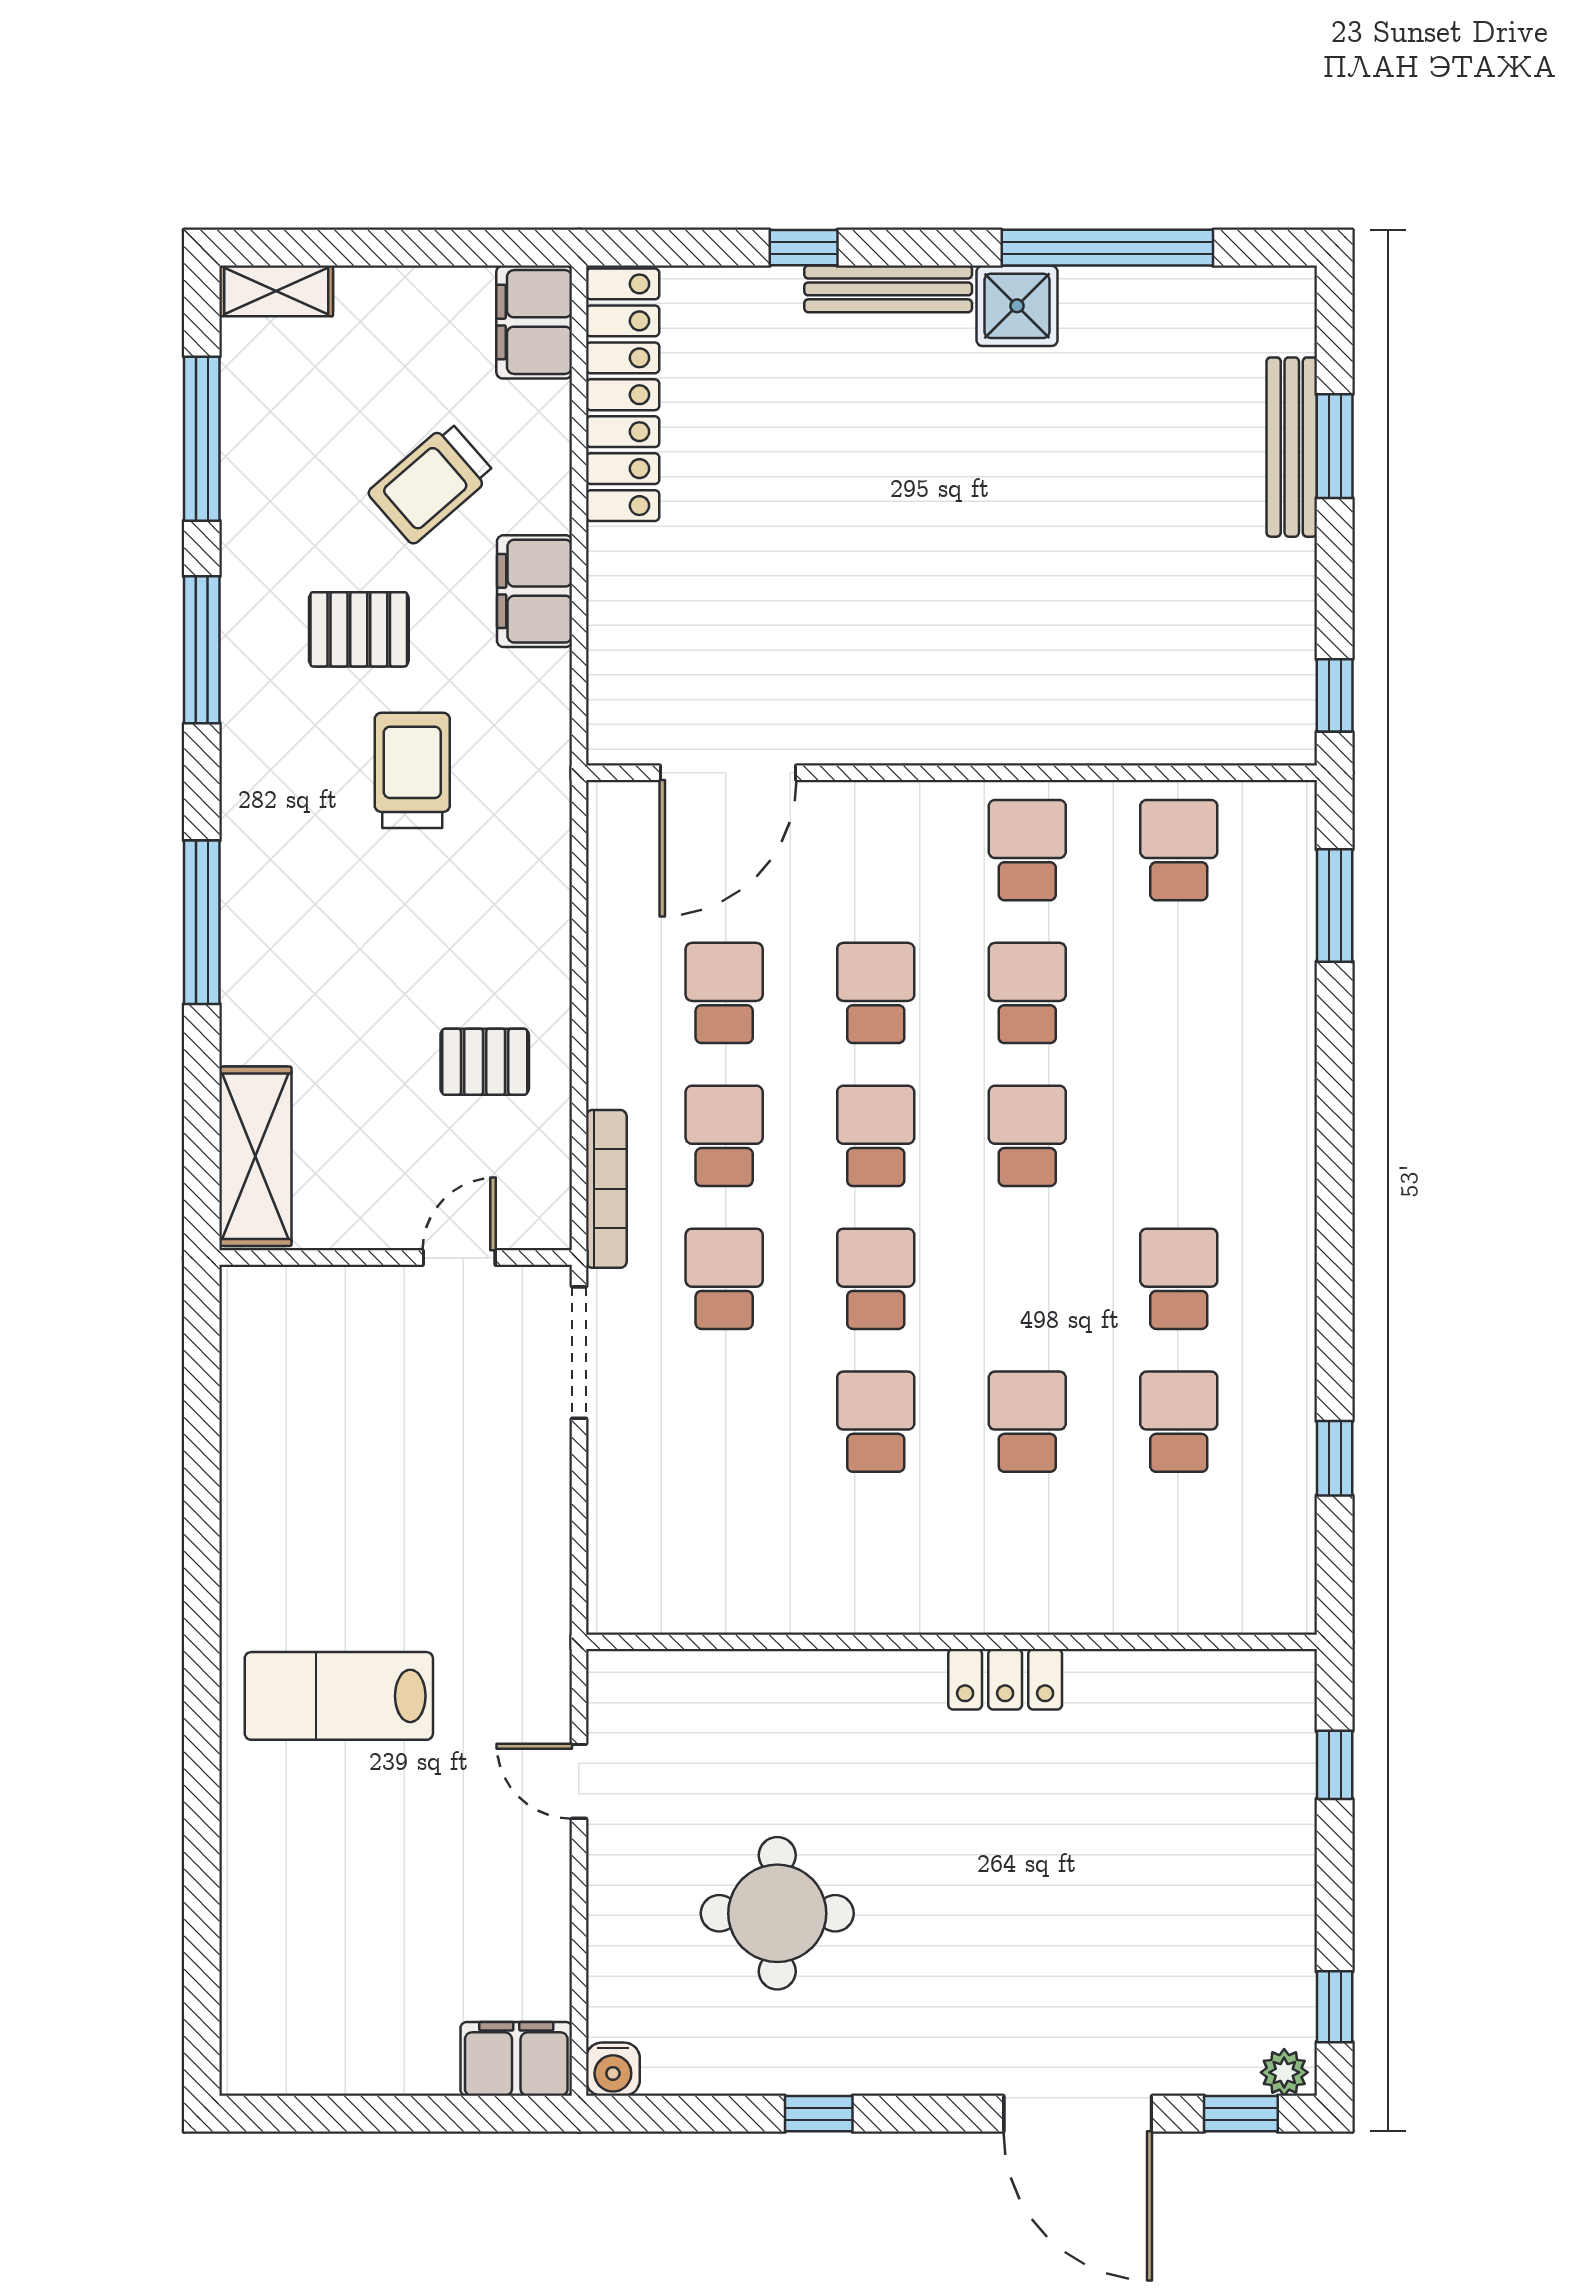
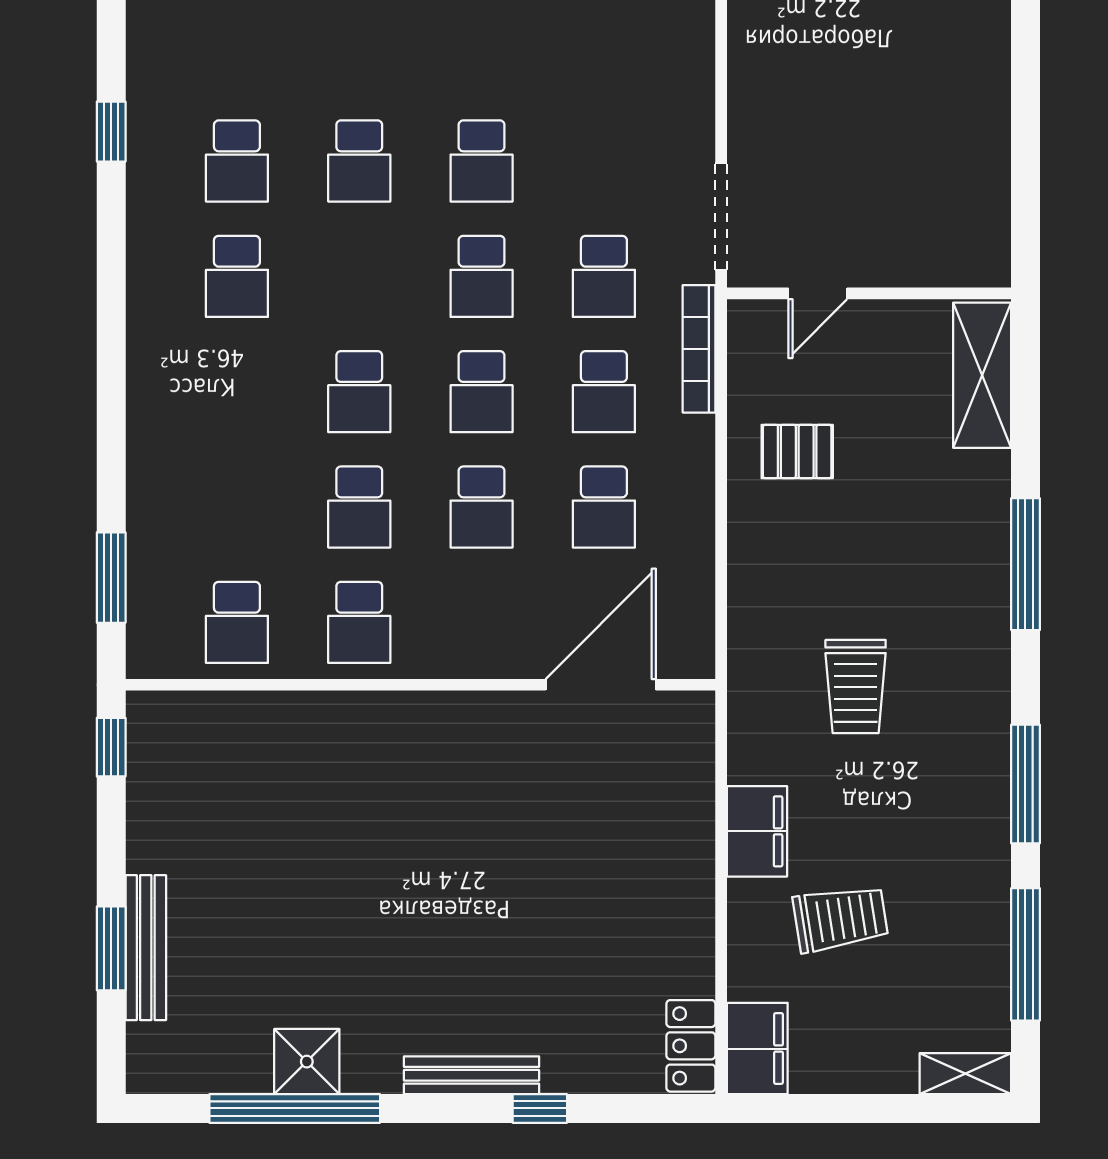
shower: (1017, 306) -> (307, 1062), moved
locker: (623, 395) -> (691, 1046), width x0.46, depth x0.83
trolley: (431, 483) -> (840, 919), turned 32
pallet: (359, 629) -> (899, 801), removed

